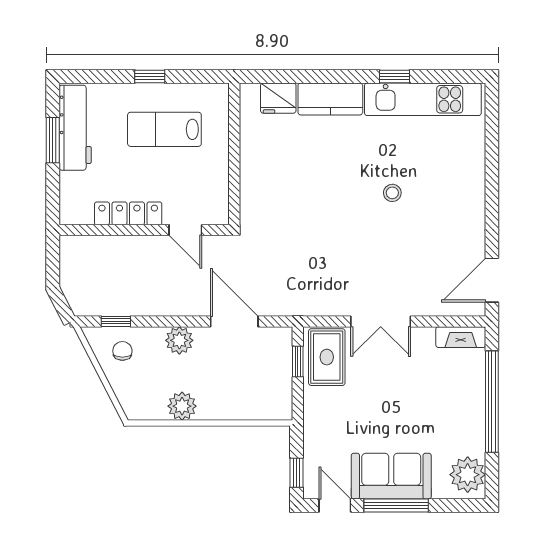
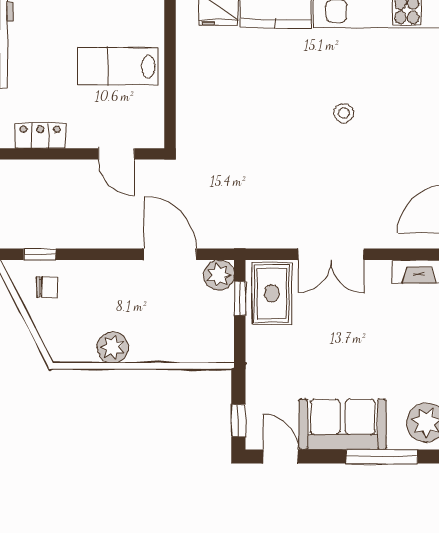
lab bench: (164, 129) -> (118, 66), moved
locker: (128, 213) -> (40, 136), width x0.66
plant: (179, 340) -> (219, 275), moved
chair: (122, 351) -> (47, 287), turned 90
window: (396, 505) -> (382, 457), moved

